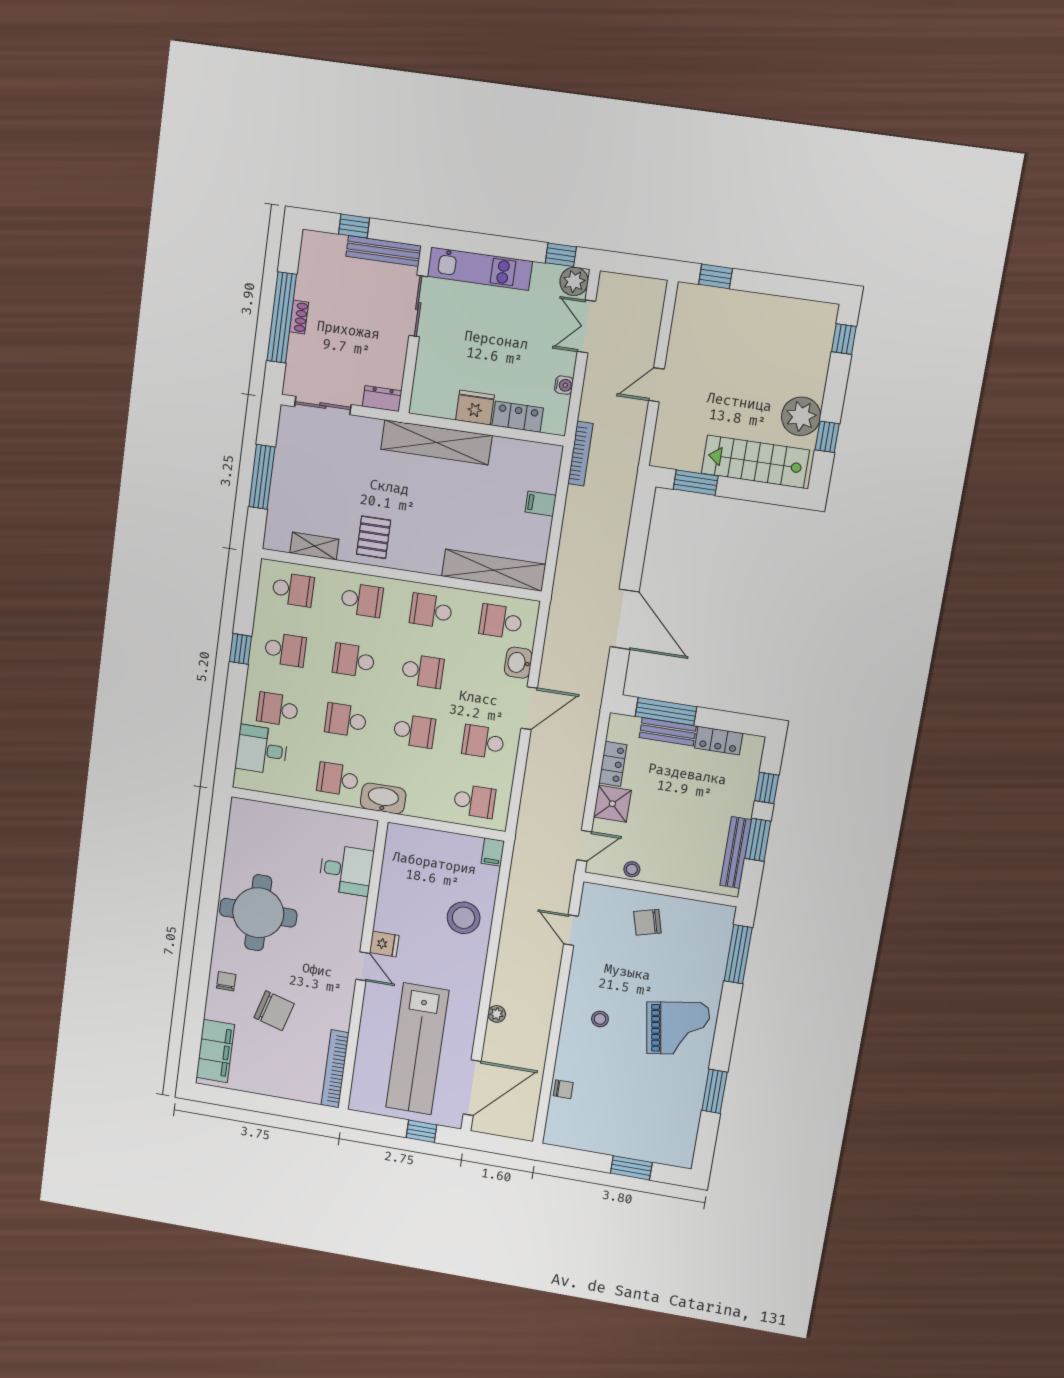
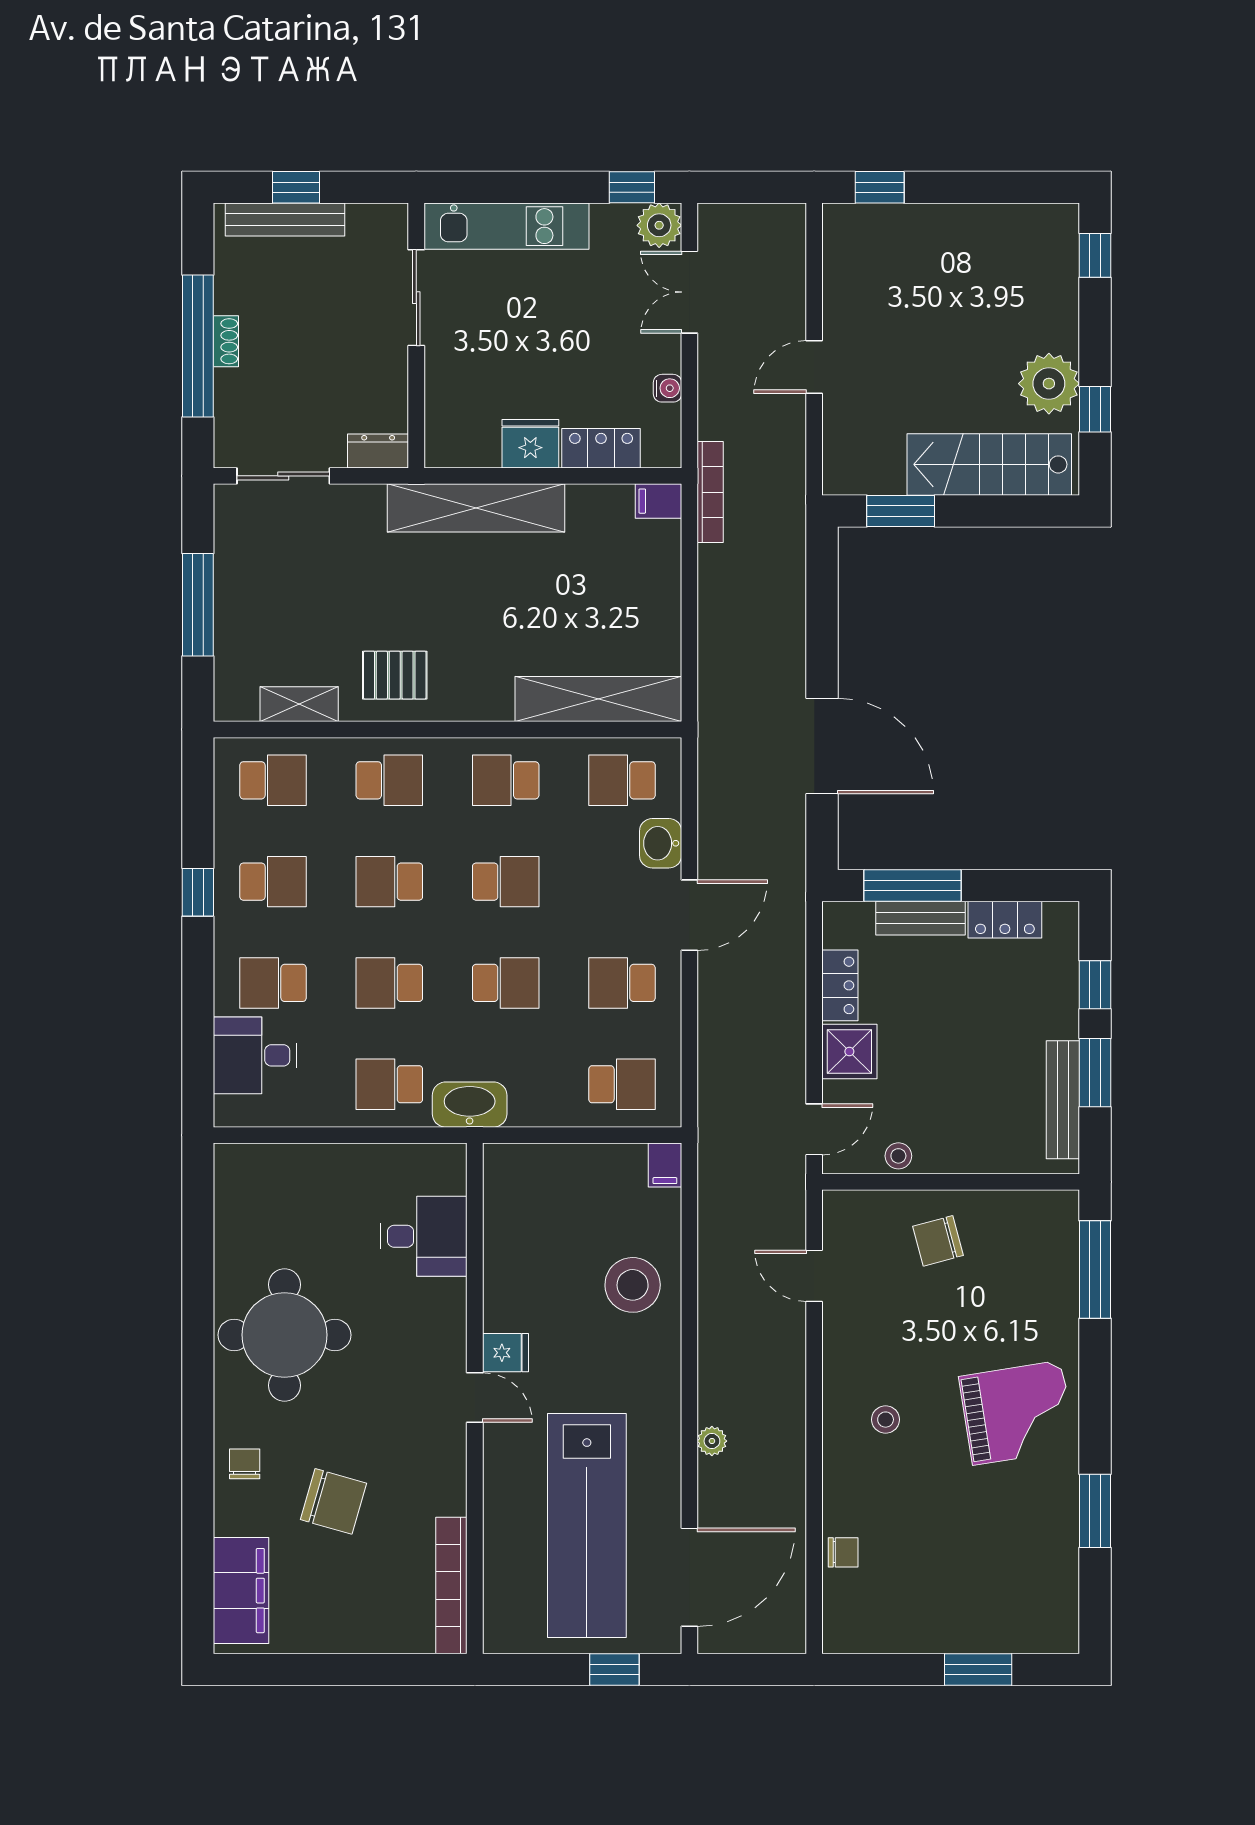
bench: (384, 251) -> (285, 220), moved
filing cabinet: (541, 504) -> (658, 501), moved
pallet: (374, 537) -> (395, 675), turned 90

